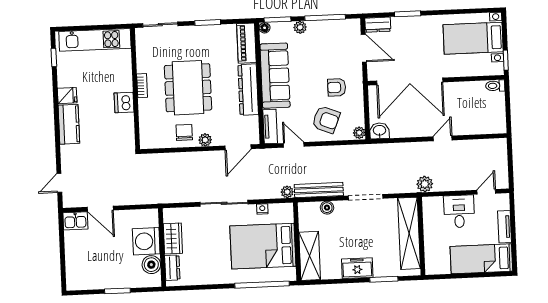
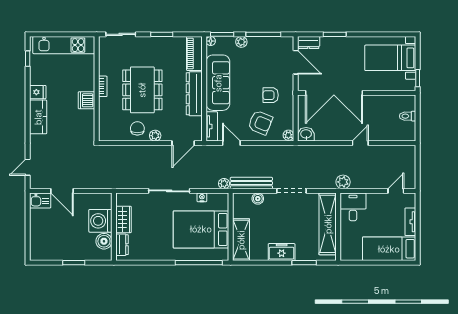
toilet: (495, 86) -> (408, 116), moved
desk: (459, 211) -> (353, 207), moved

